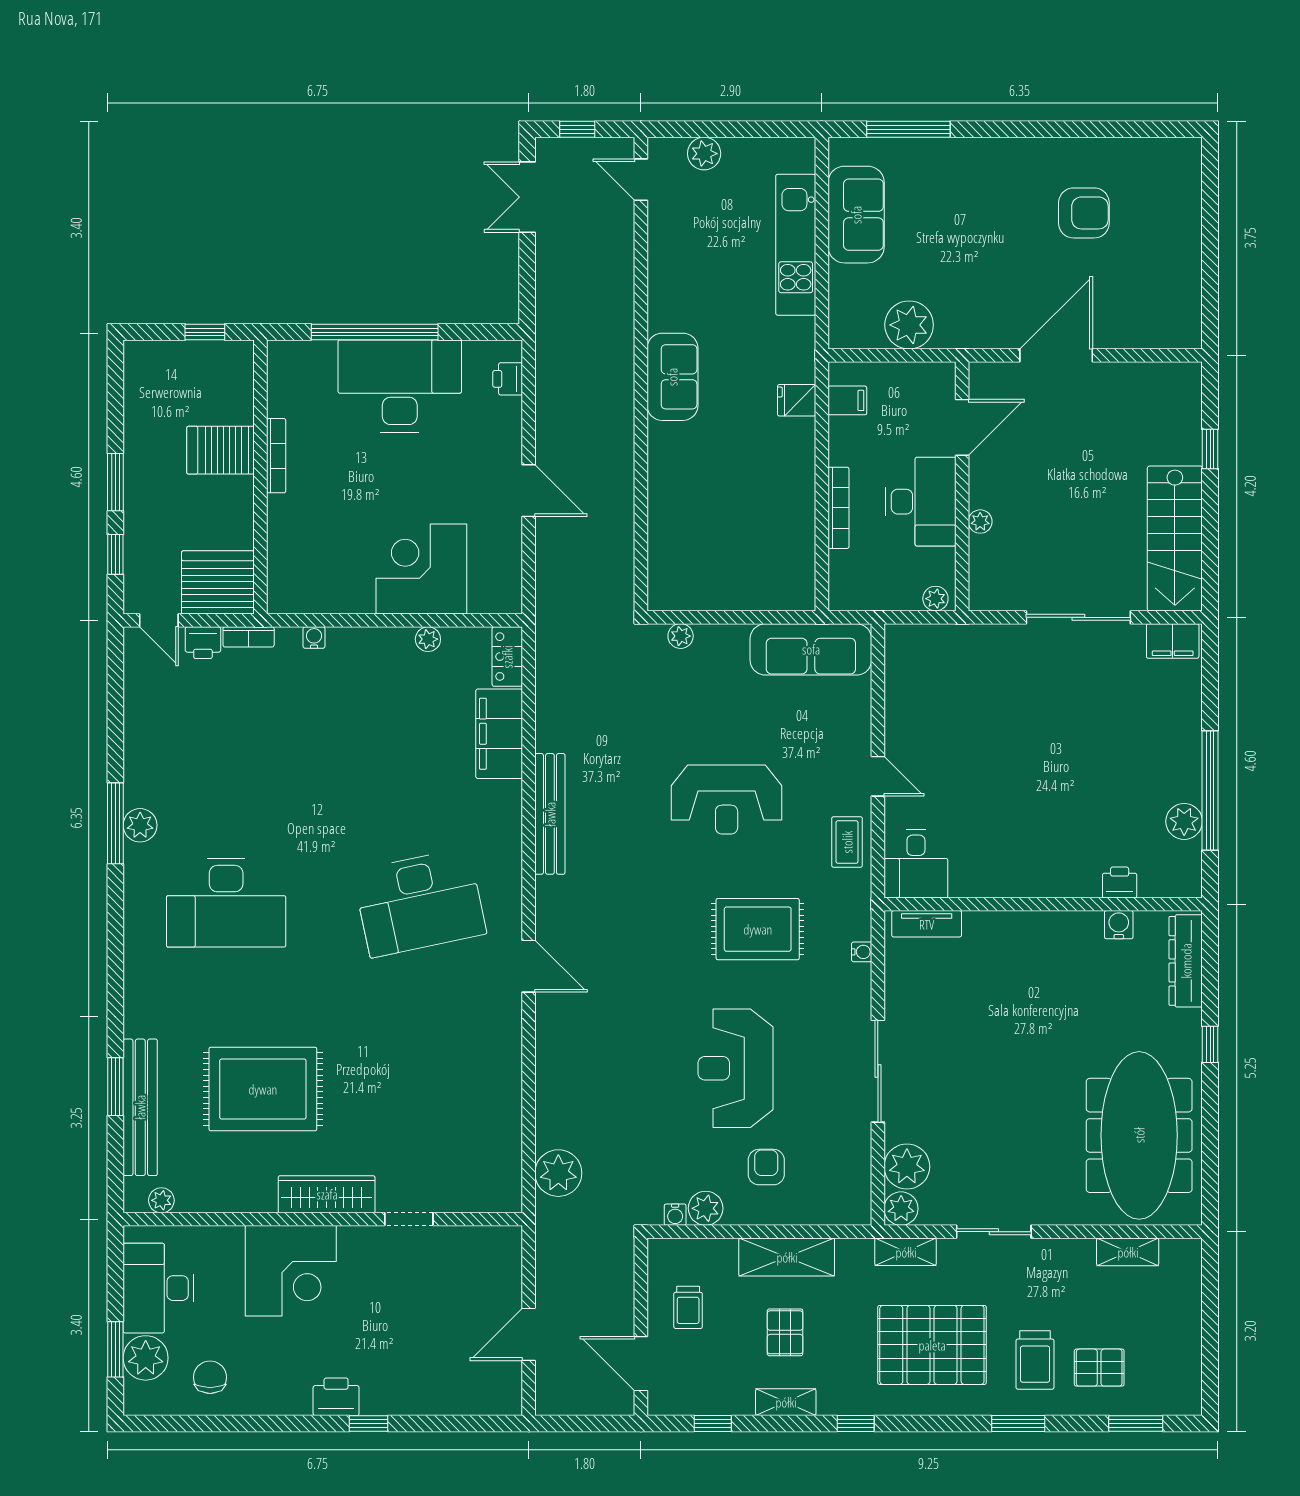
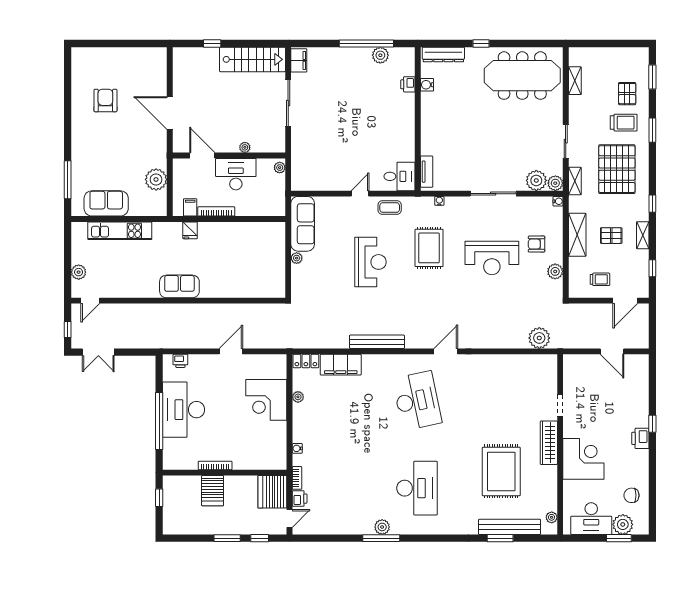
bookcase: (838, 508) -> (216, 211), moved
plant: (681, 636) -> (297, 258), moved
water cooler: (675, 1215) -> (558, 201), moved

